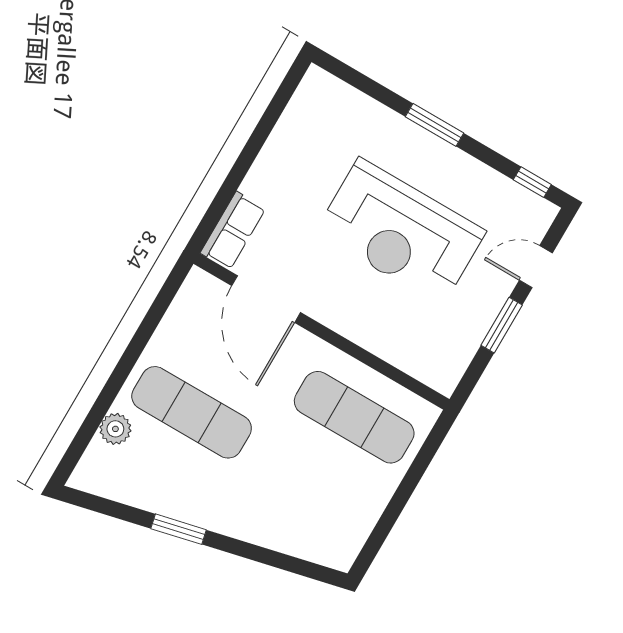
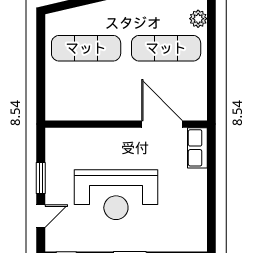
reception desk: (401, 232) -> (116, 195), turned 180
exercise mat: (354, 417) -> (86, 48), moved

